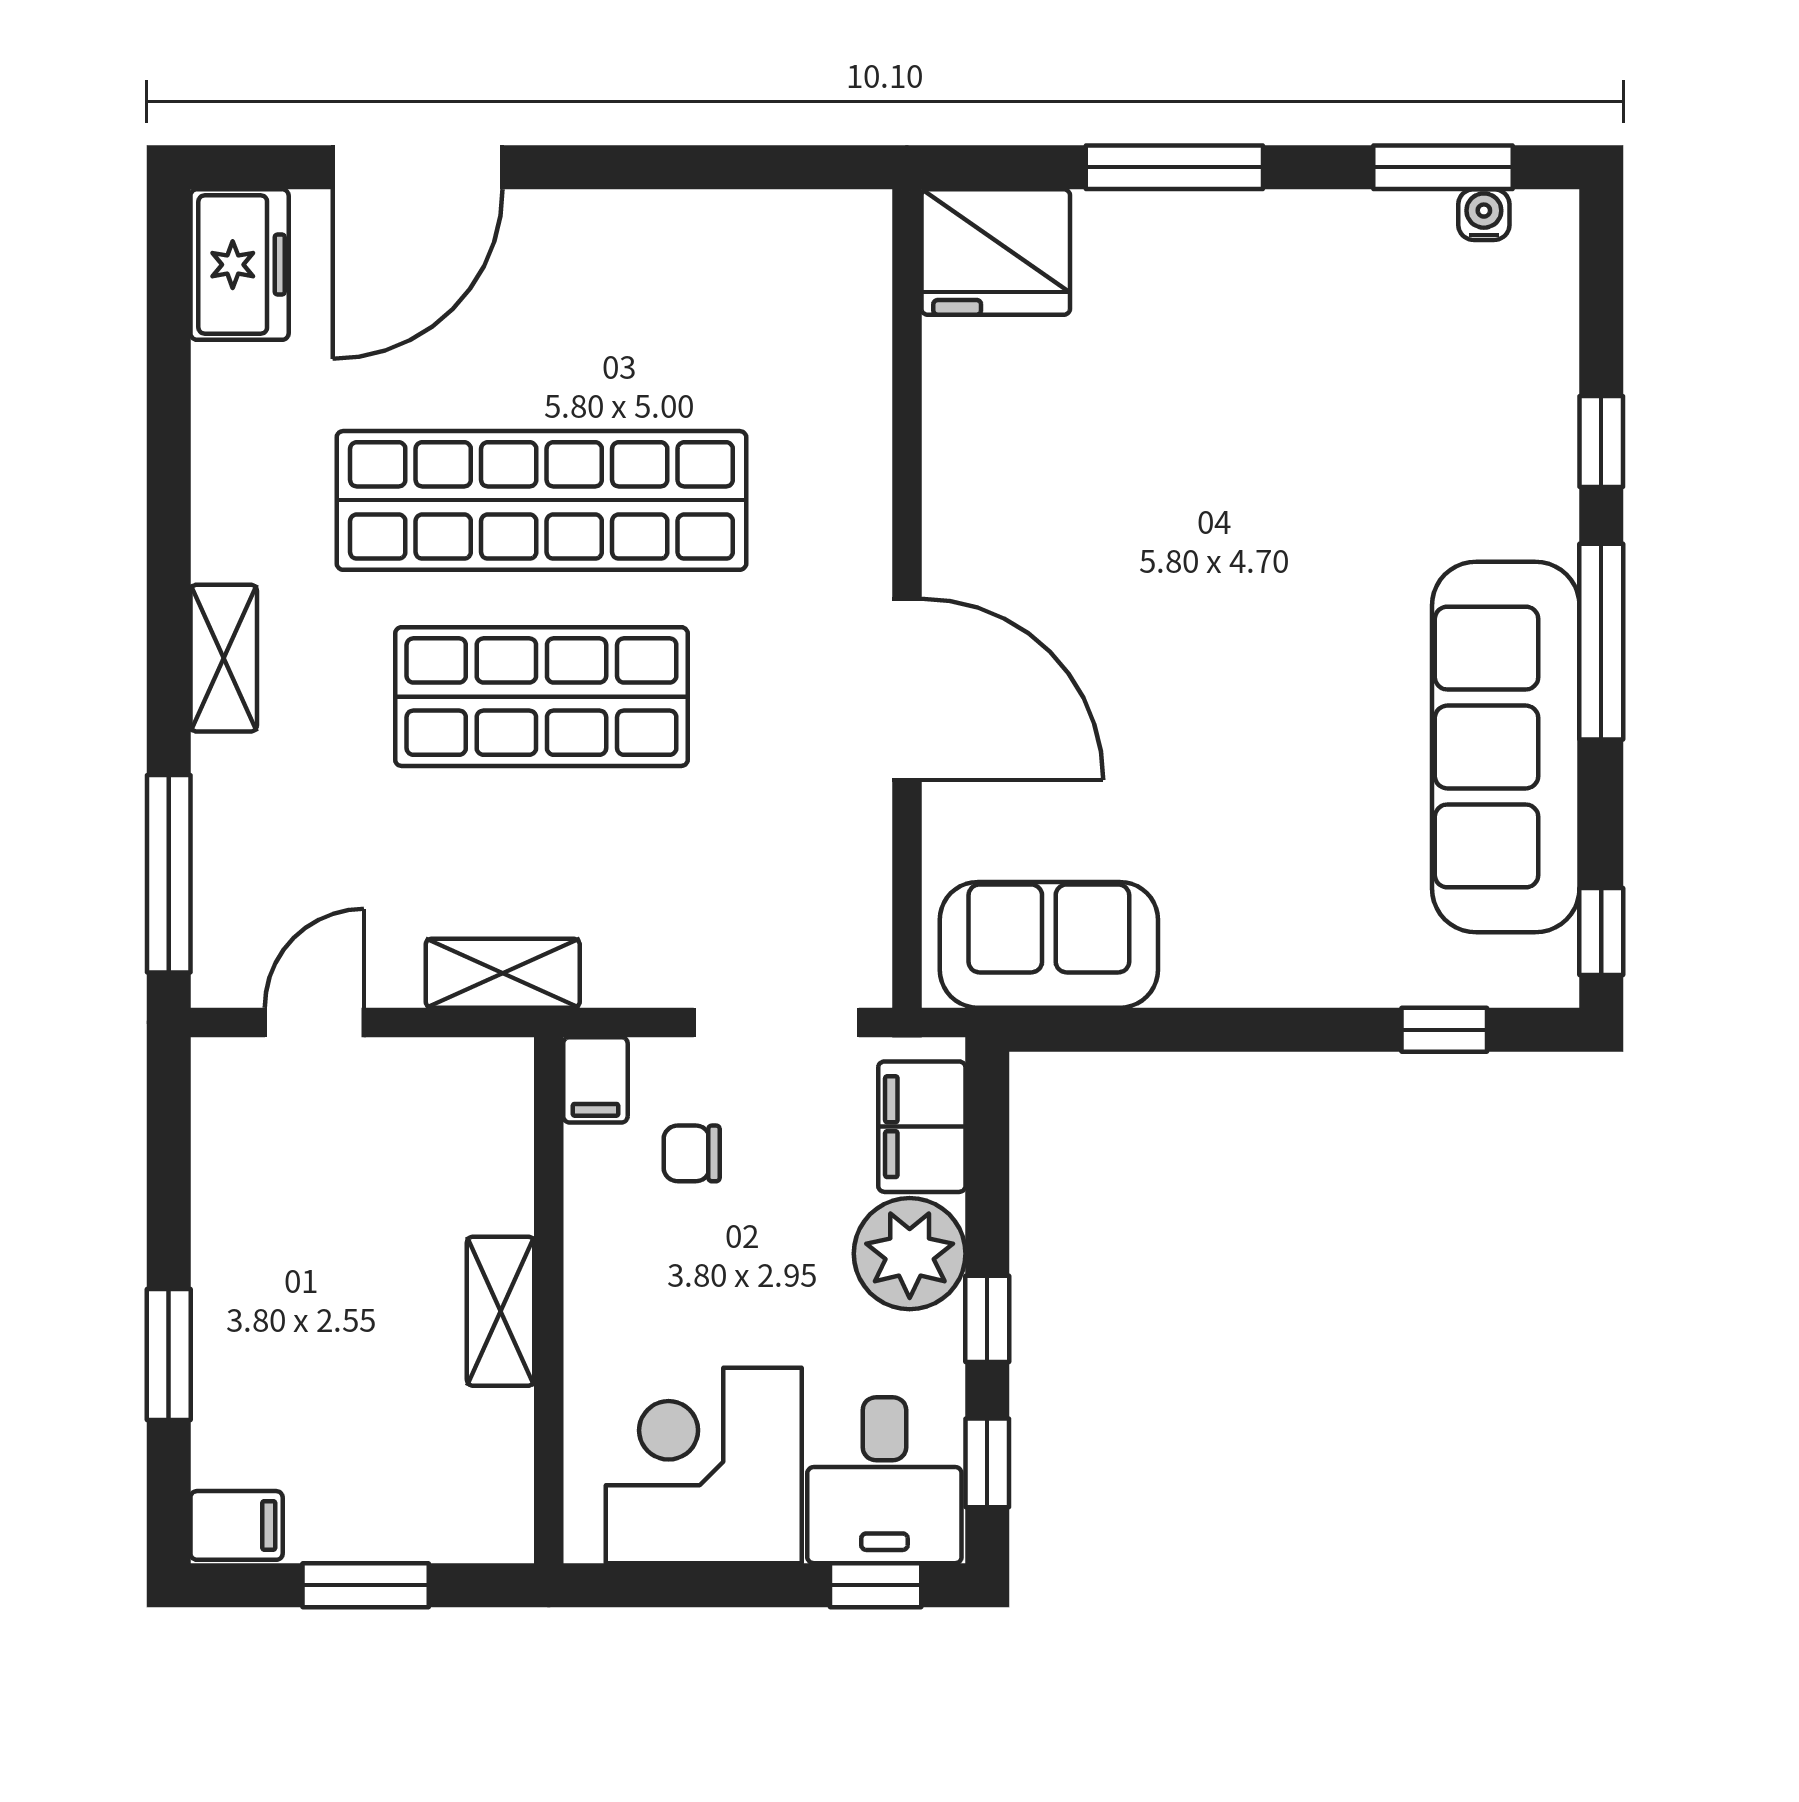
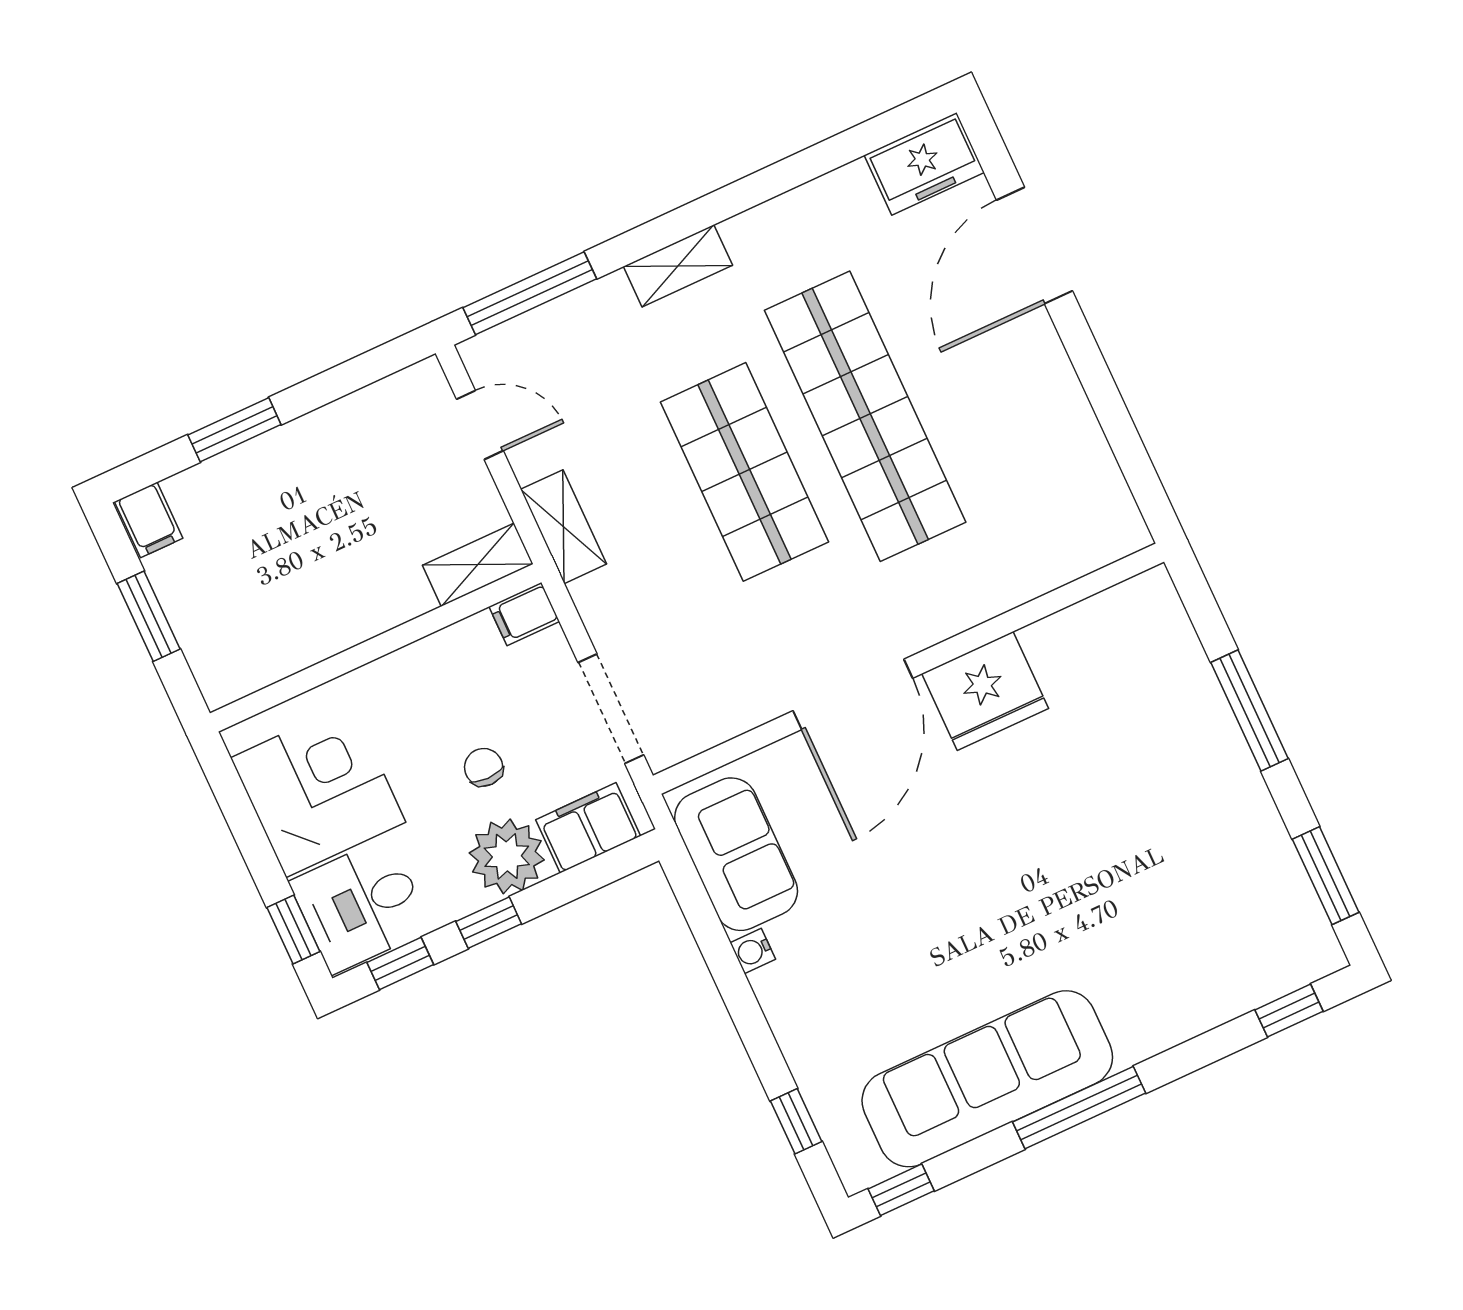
door: (417, 167) -> (1035, 246), hinge flipped
water cooler: (1484, 215) -> (753, 951), moved, turned 180
fridge: (996, 252) -> (985, 691), moved, turned -90
window: (1601, 442) -> (1289, 1011), moved
chair: (692, 1153) -> (484, 767), moved
shelving: (501, 1311) -> (478, 565), moved

